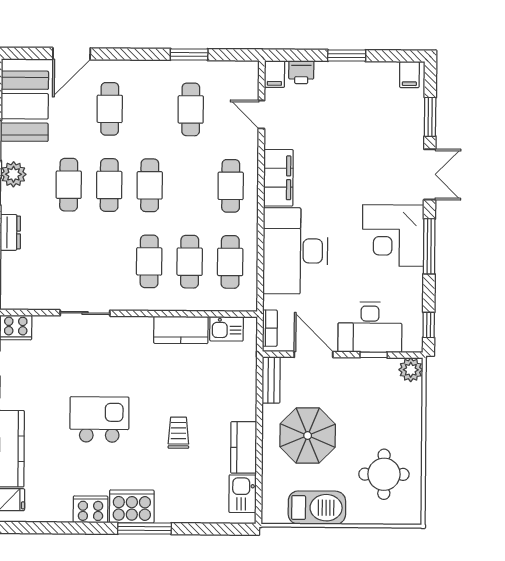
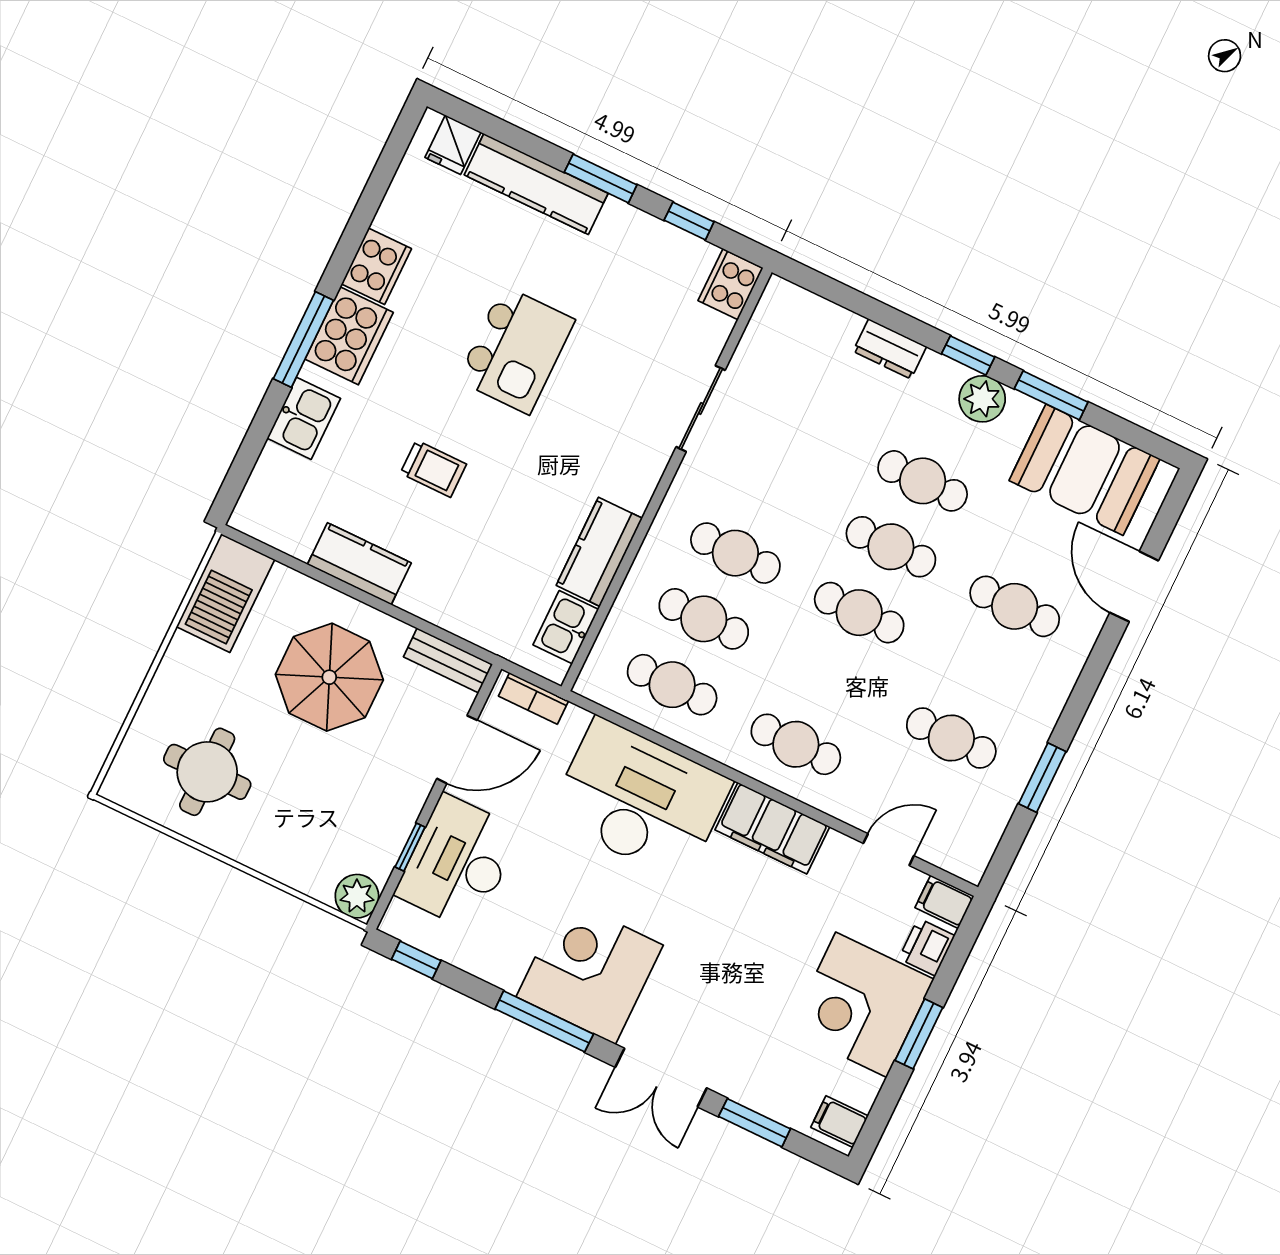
corner desk: (346, 91) -> (861, 1005), added
kitchen sink: (243, 494) -> (304, 418), moved, turned 90
barbecue: (317, 508) -> (225, 593), moved

